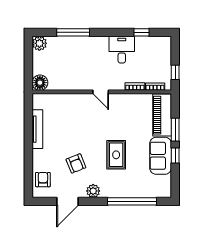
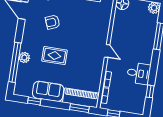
door: (101, 92) -> (107, 51), swing flipped
window: (175, 130) -> (79, 108), moved
window: (175, 156) -> (34, 101), moved
plant: (93, 191) -> (24, 57), moved

